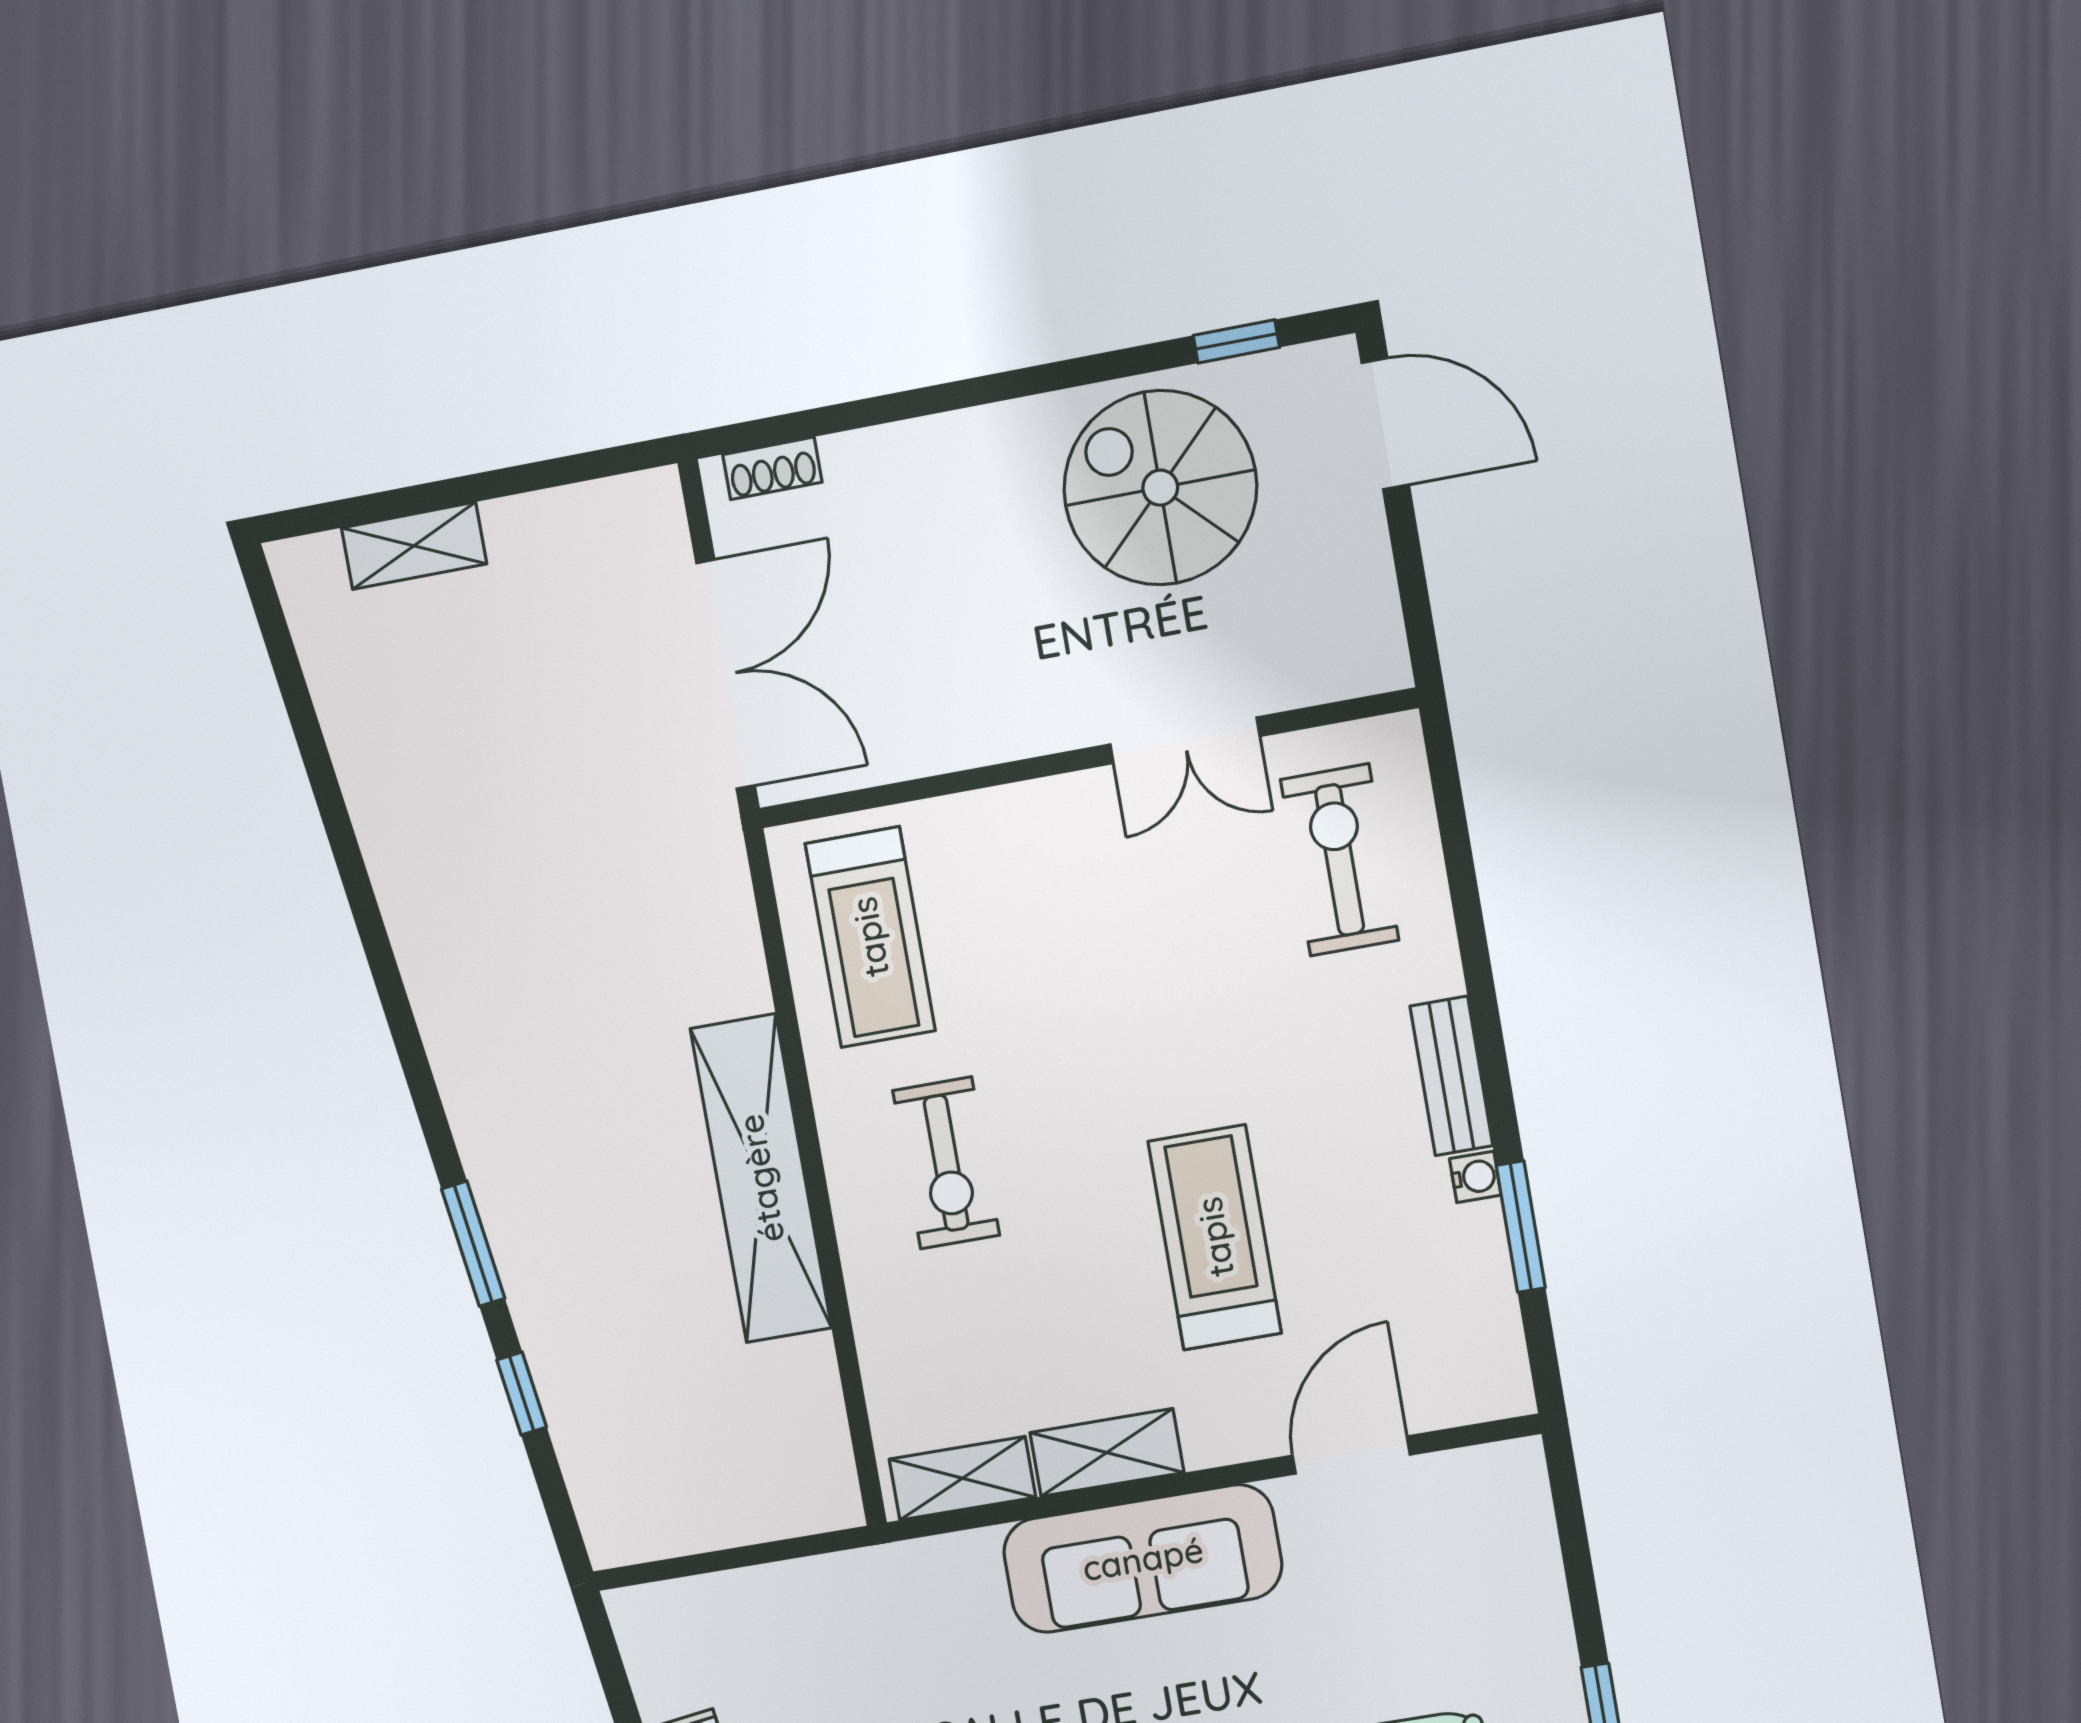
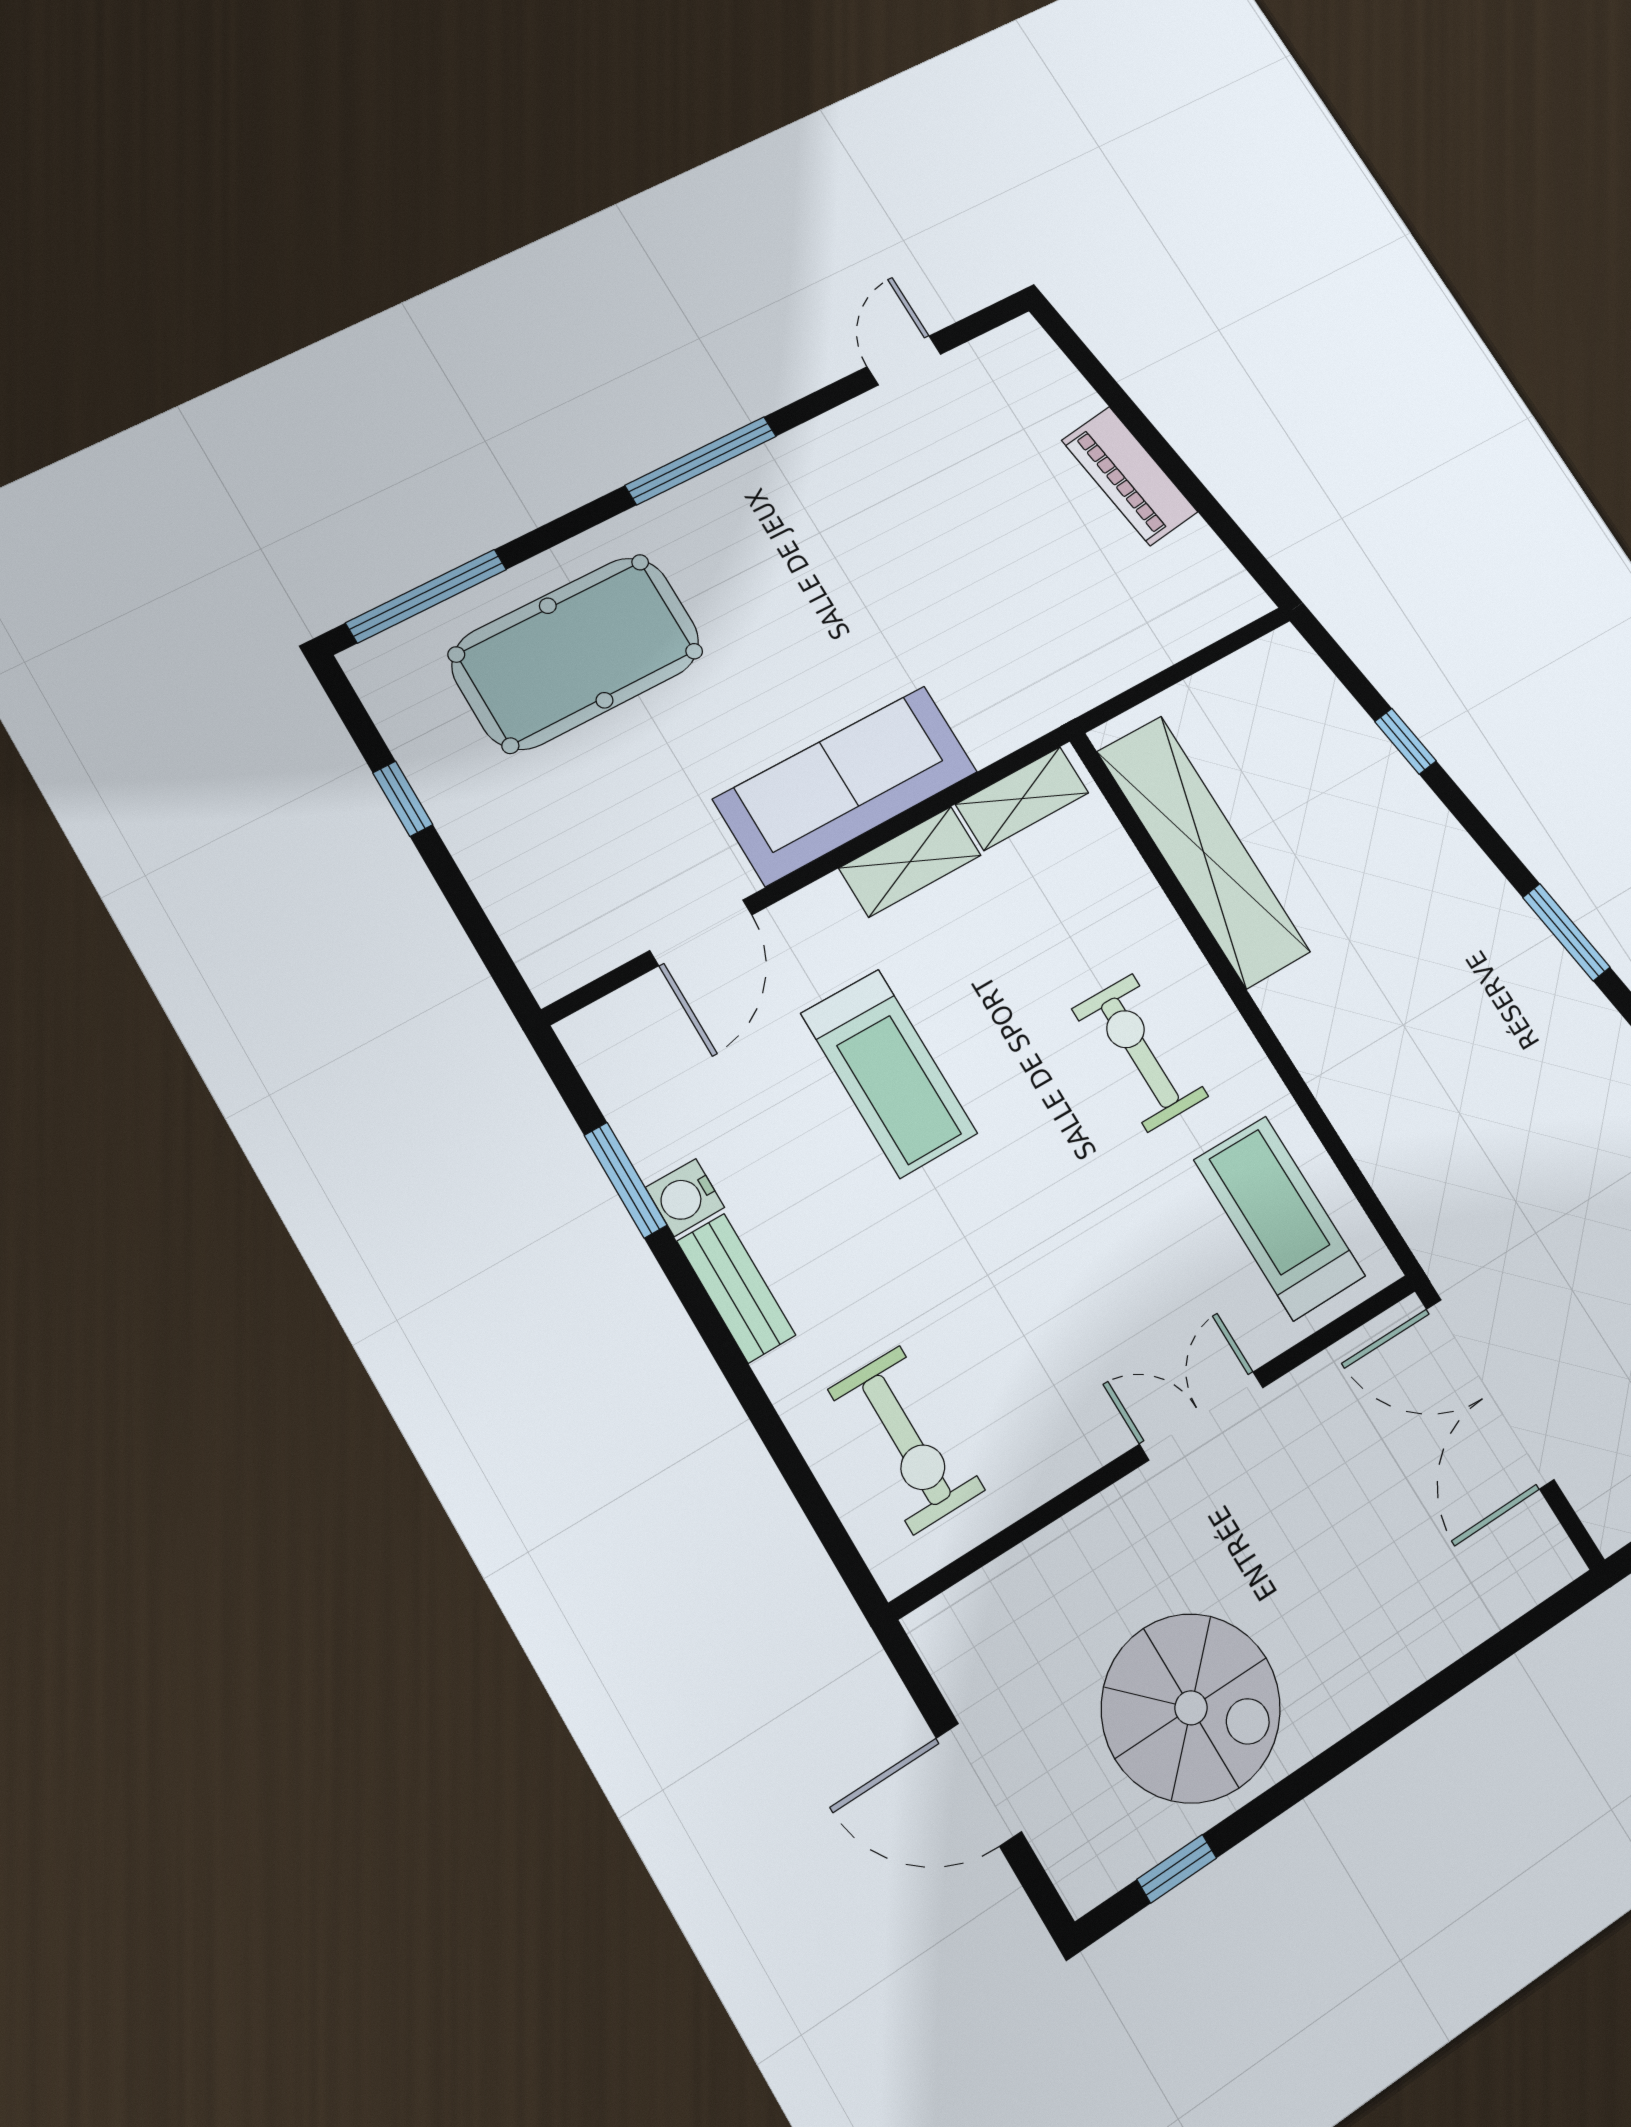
door: (1385, 424) -> (979, 1785), moved
shoe rack: (772, 468) -> (1525, 1588), removed
double door: (1185, 740) -> (1201, 1416), moved
water cooler: (1475, 1177) -> (685, 1197), width x1.38, depth x1.38
shelving: (761, 1178) -> (1203, 851), moved
window: (473, 1244) -> (1566, 932), moved

